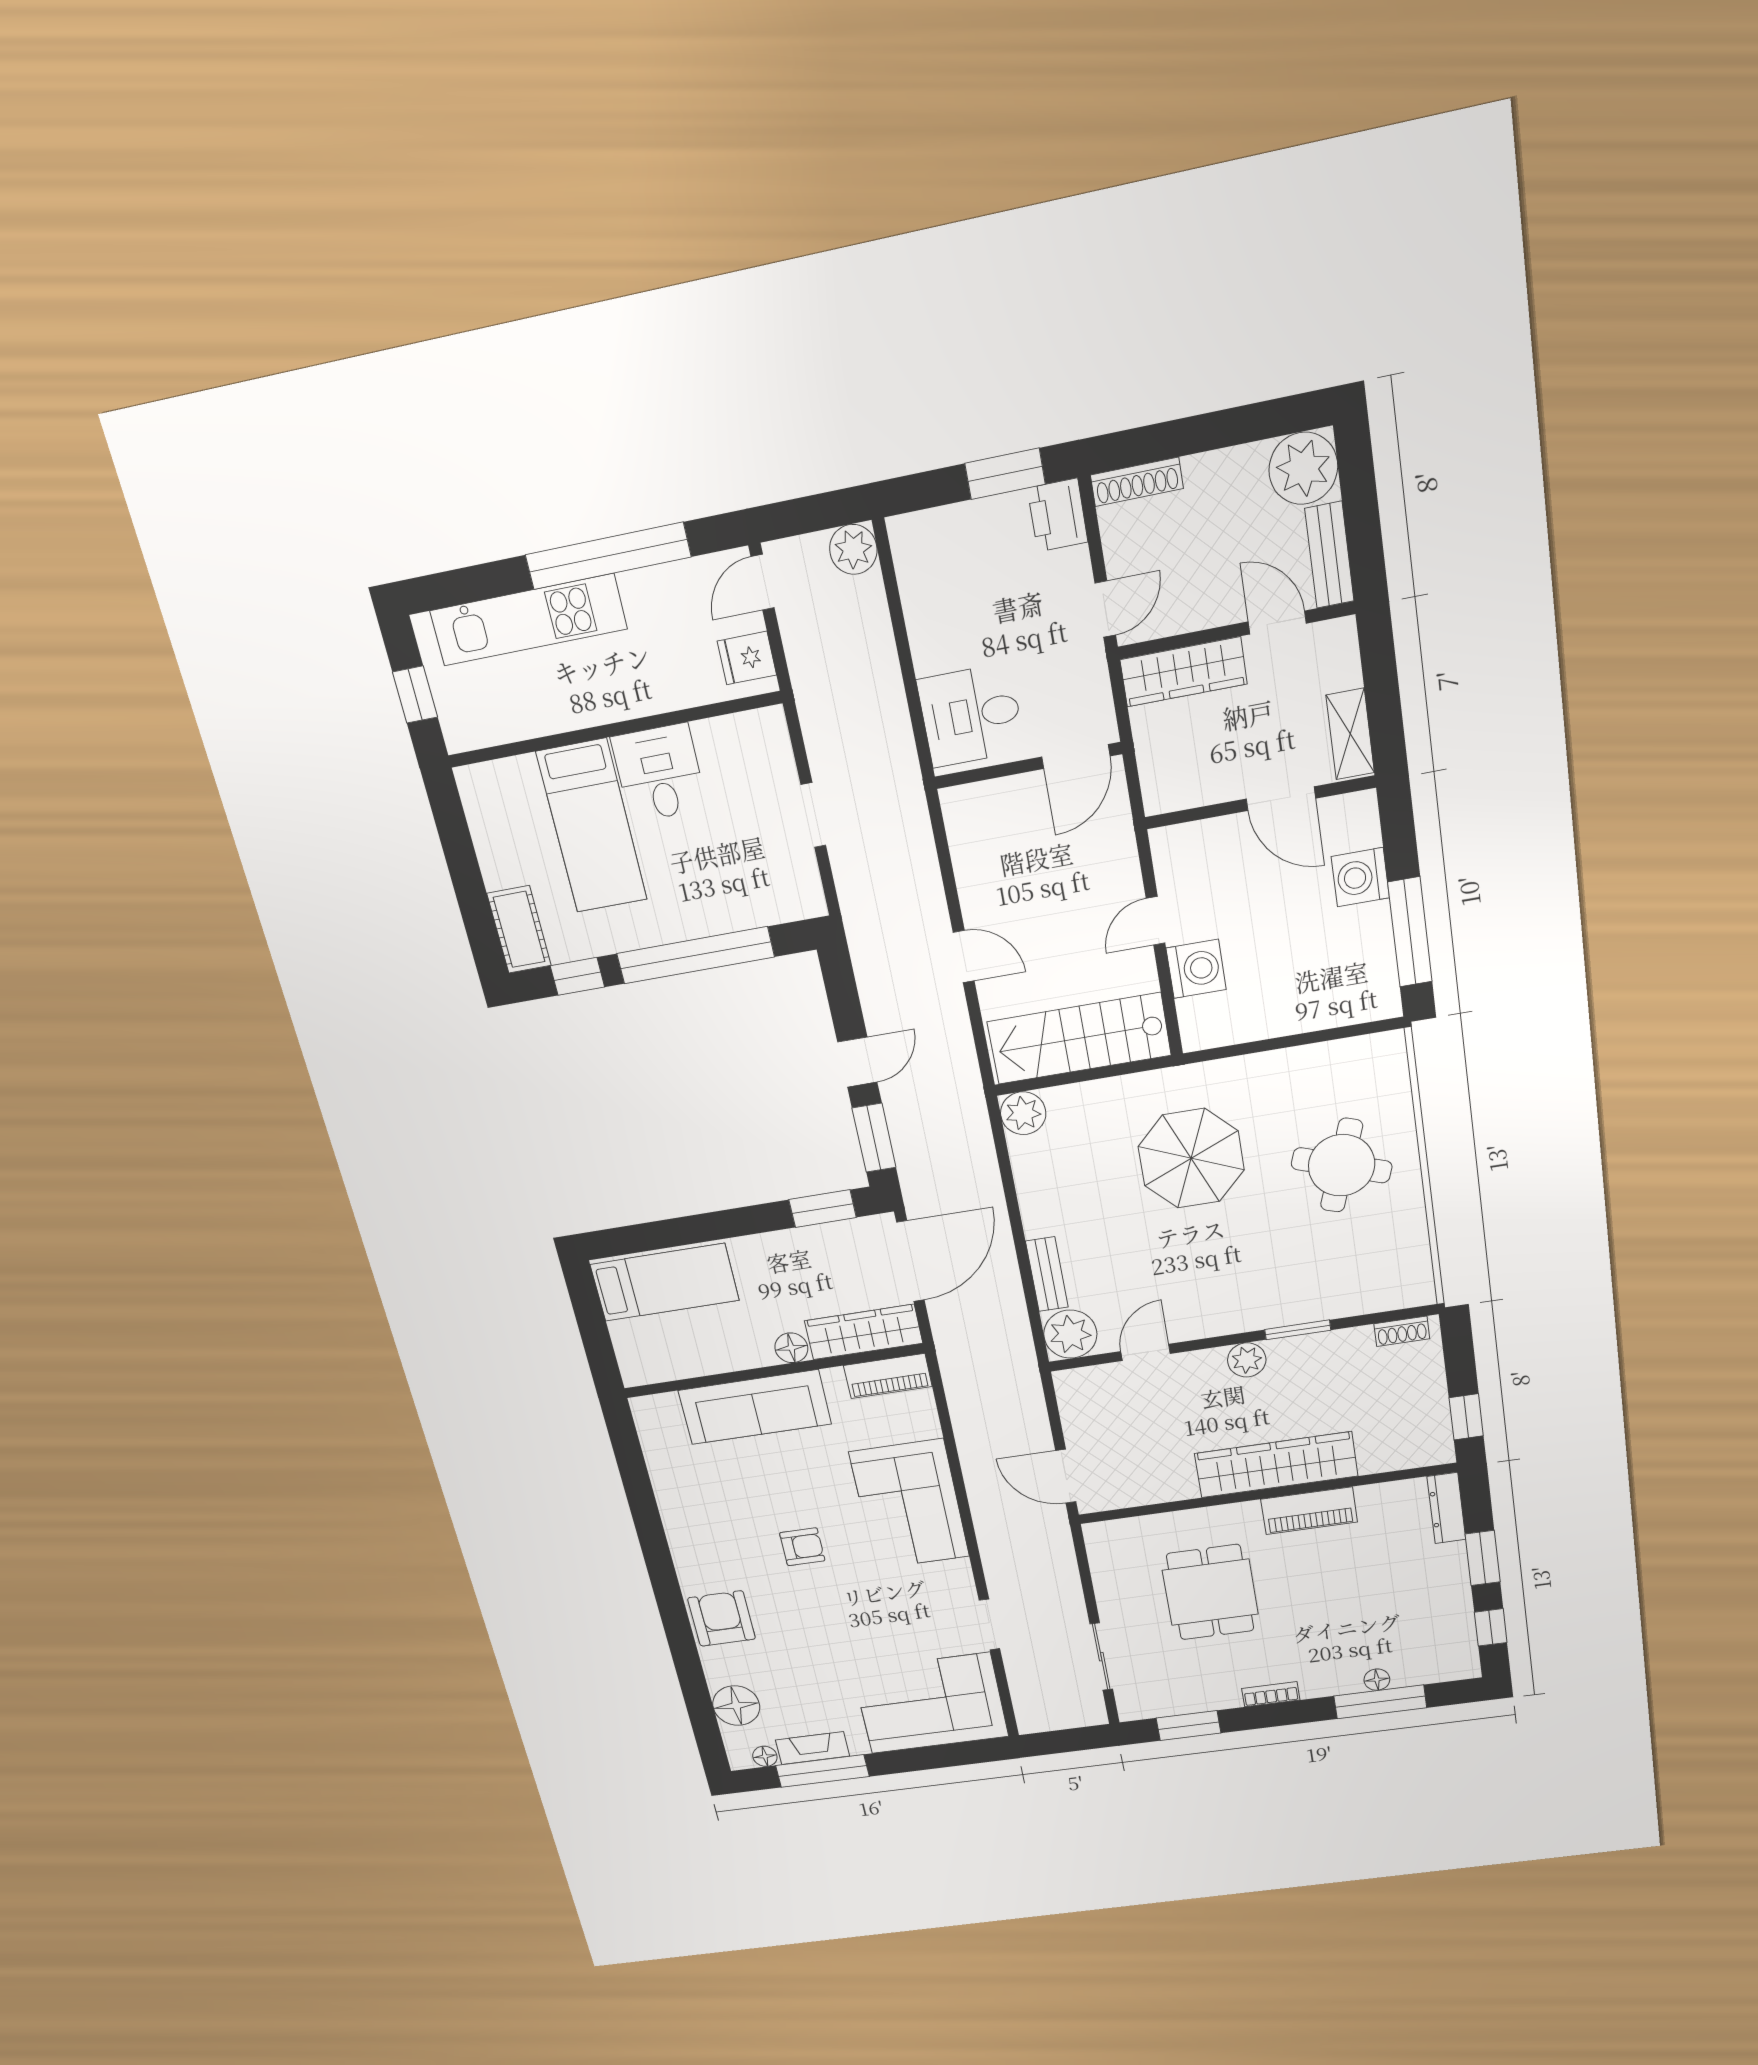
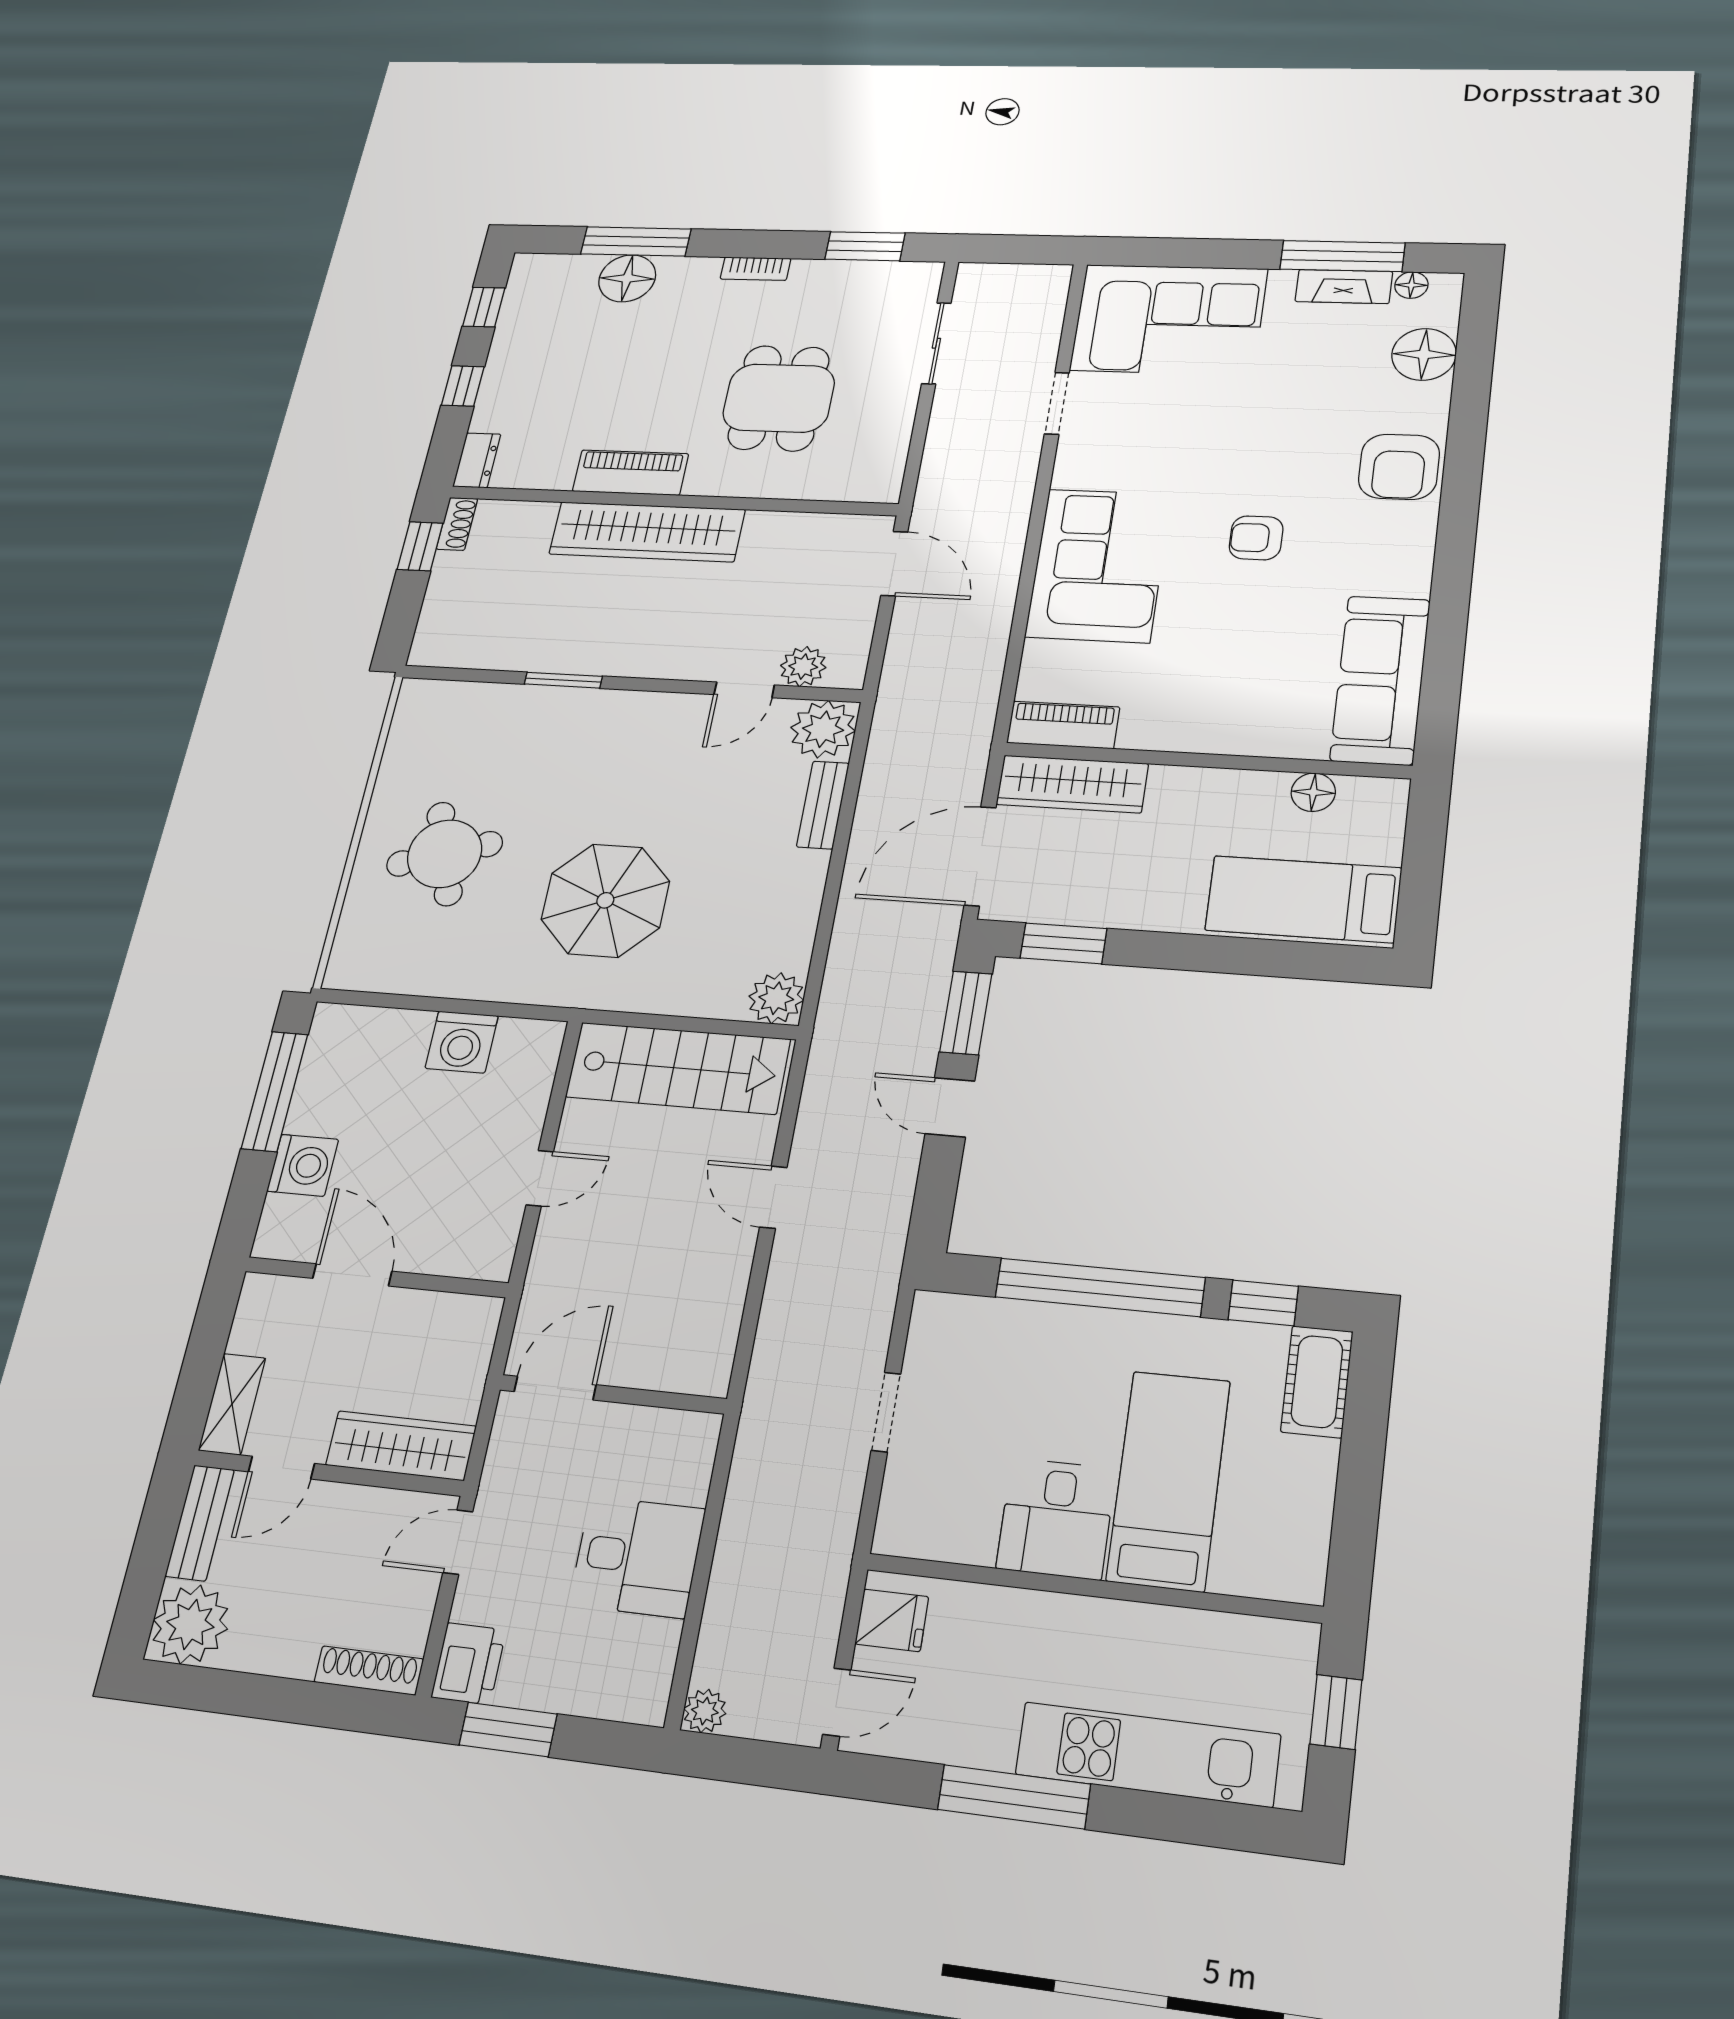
plant: (853, 549) -> (705, 1711), width x0.73, depth x0.73
window: (608, 556) -> (1014, 1797), width x0.68
door: (1277, 623) -> (281, 1468), hinge flipped
desk: (971, 715) -> (637, 1557), moved
shelving: (1350, 734) -> (232, 1404), moved
washing machine: (1196, 969) -> (462, 1042), moved, turned -90
door: (857, 1062) -> (950, 1107), hinge flipped
round table: (1342, 1165) -> (445, 854), turned -37
shoe rack: (1402, 1331) -> (457, 524), moved, turned 90
floor lamp: (791, 1348) -> (1313, 792), moved
plant: (1247, 1360) -> (803, 667), moved
sofa: (755, 1407) -> (1380, 680), moved, turned -90
dresser: (1446, 1508) -> (477, 460), width x0.70
window: (1483, 1558) -> (463, 386), width x0.67
floor lamp: (1377, 1680) -> (627, 278), width x1.89, depth x1.89

